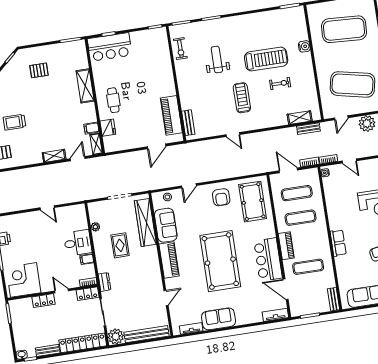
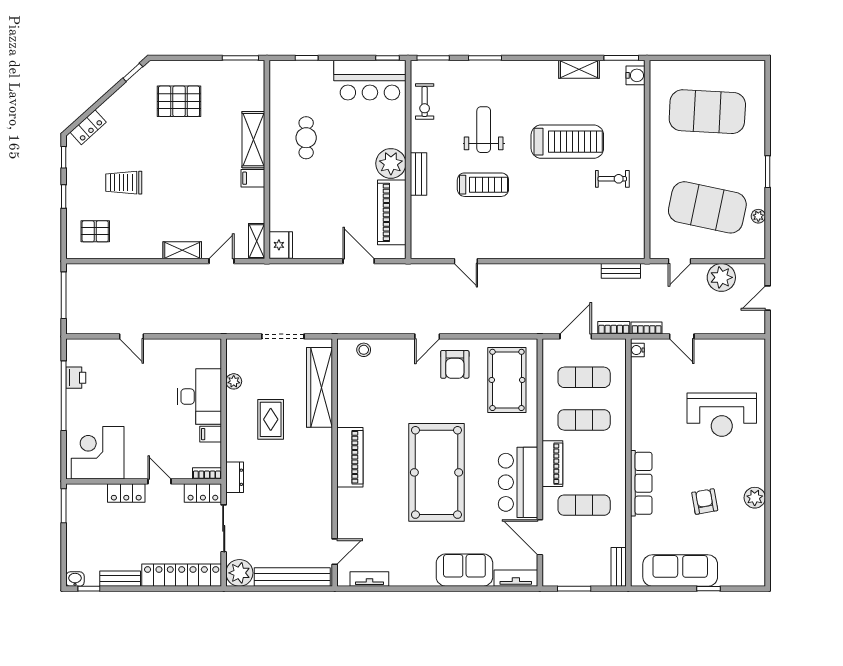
water cooler: (304, 46) -> (635, 75), moved
bar counter: (110, 47) -> (370, 80), moved
pallet: (39, 70) -> (179, 101), width x1.50, depth x1.42
exercise bike: (280, 83) -> (612, 179), moved
plant: (166, 87) -> (391, 163), added
treadmill: (242, 98) -> (483, 185), moved, turned 90
cafe table: (113, 100) -> (306, 138), moved
shelving: (300, 118) -> (579, 69), moved
bench: (188, 123) -> (419, 174), moved
filing cabinet: (91, 128) -> (253, 178), moved
fridge: (108, 128) -> (281, 245), moved
door: (233, 135) -> (466, 261), moved
door: (157, 146) -> (359, 261), swing flipped
door: (288, 170) -> (576, 336), hinge flipped
door: (189, 186) -> (427, 336), moved
door: (47, 208) -> (131, 336), moved
sofa: (166, 225) -> (353, 397), removed
desk: (78, 243) -> (199, 397), width x1.37
row of seats: (338, 243) -> (641, 483), width x1.48
door: (166, 298) -> (335, 552), moved
sofa: (219, 319) -> (464, 570), moved

